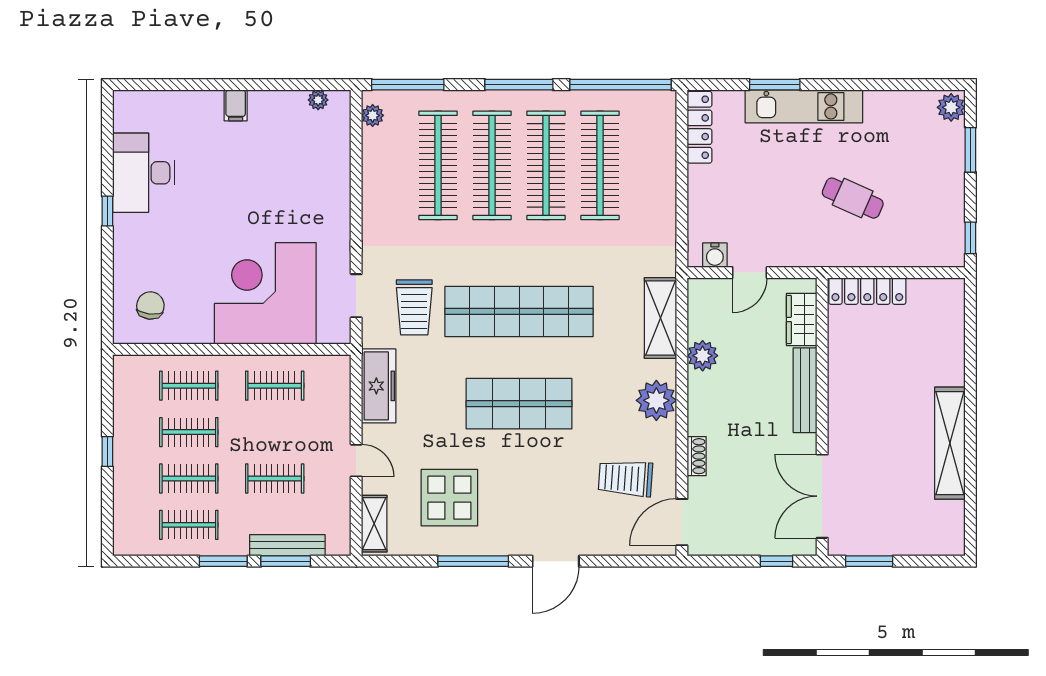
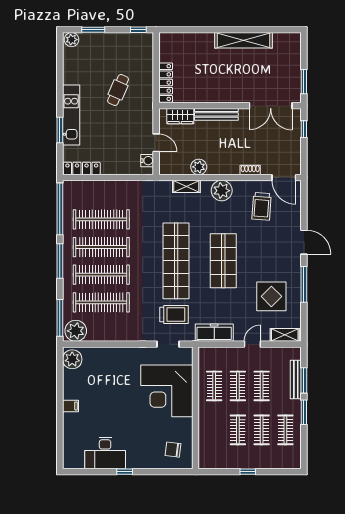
plant: (318, 100) -> (72, 359), width x1.88, depth x1.88
plant: (373, 115) -> (76, 331), width x1.88, depth x1.88
shelving: (660, 318) -> (186, 186), width x0.67, depth x0.75
clothes rail: (189, 386) -> (238, 386), moved

